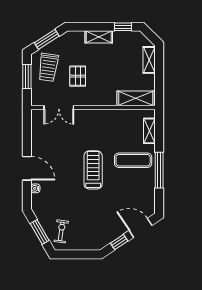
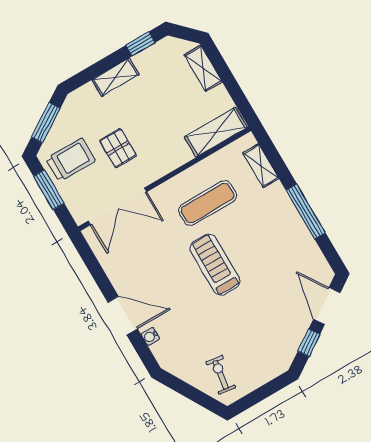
trolley: (48, 67) -> (71, 160), turned -98
double door: (59, 107) -> (117, 206), width x1.37
exercise mat: (133, 160) -> (208, 203), moved
door: (141, 228) -> (327, 306), hinge flipped
window: (40, 232) -> (191, 393), removed

